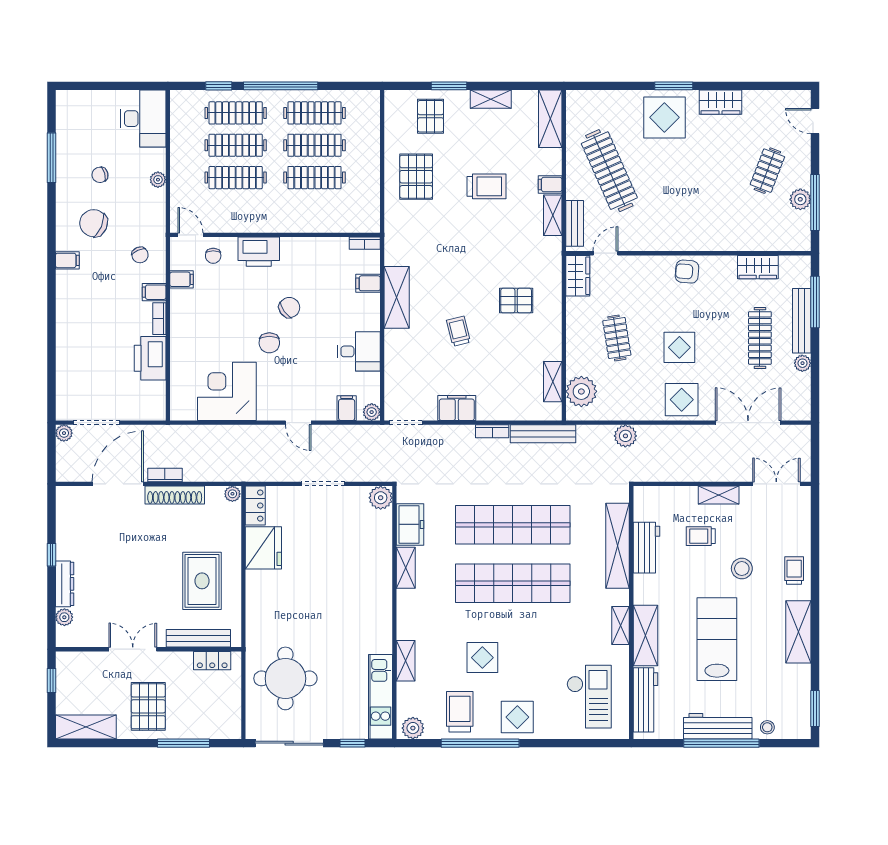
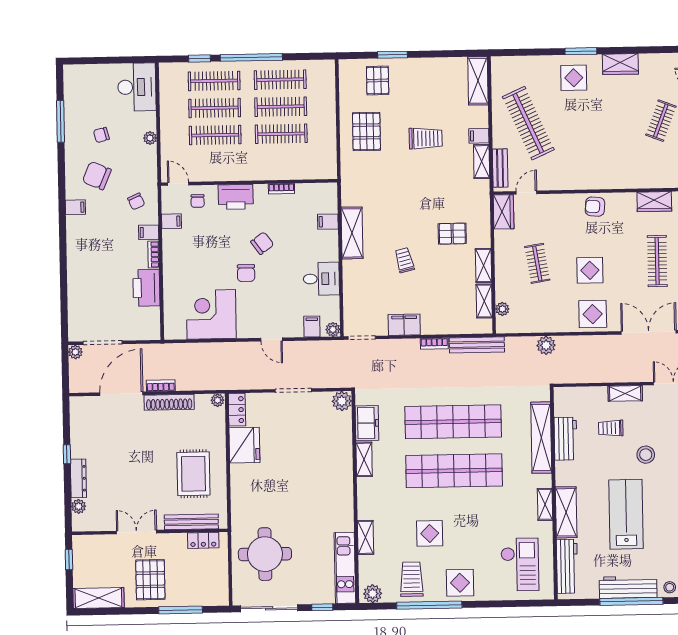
shelving: (491, 99) -> (483, 265), moved, turned 90
display table: (664, 117) -> (574, 78), width x0.73, depth x0.73
bookcase: (365, 243) -> (281, 189), moved
plant: (581, 391) -> (502, 309), width x0.53, depth x0.53

